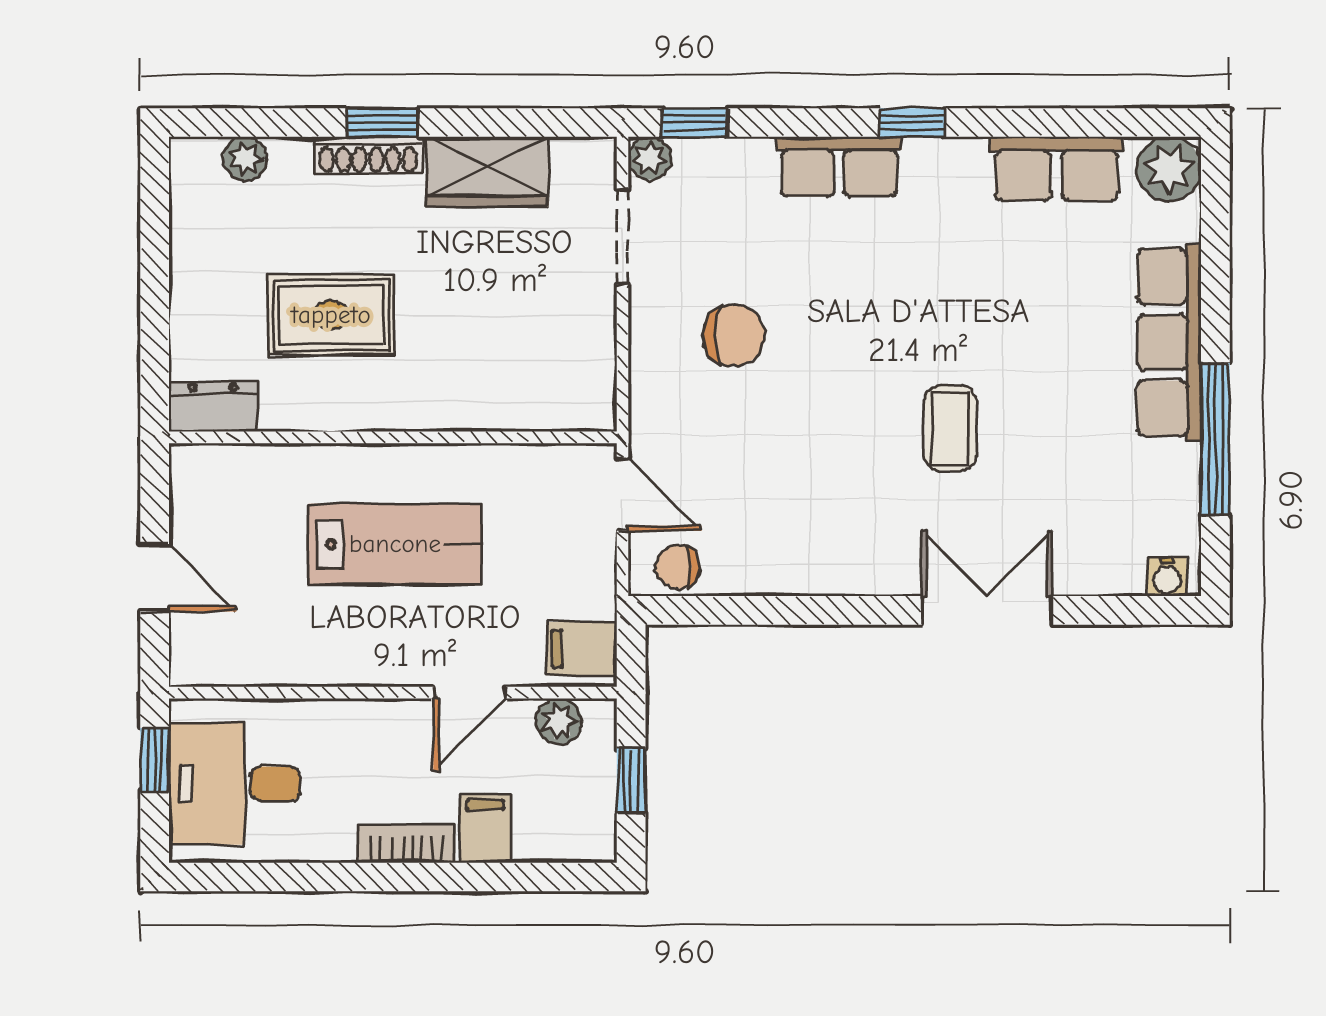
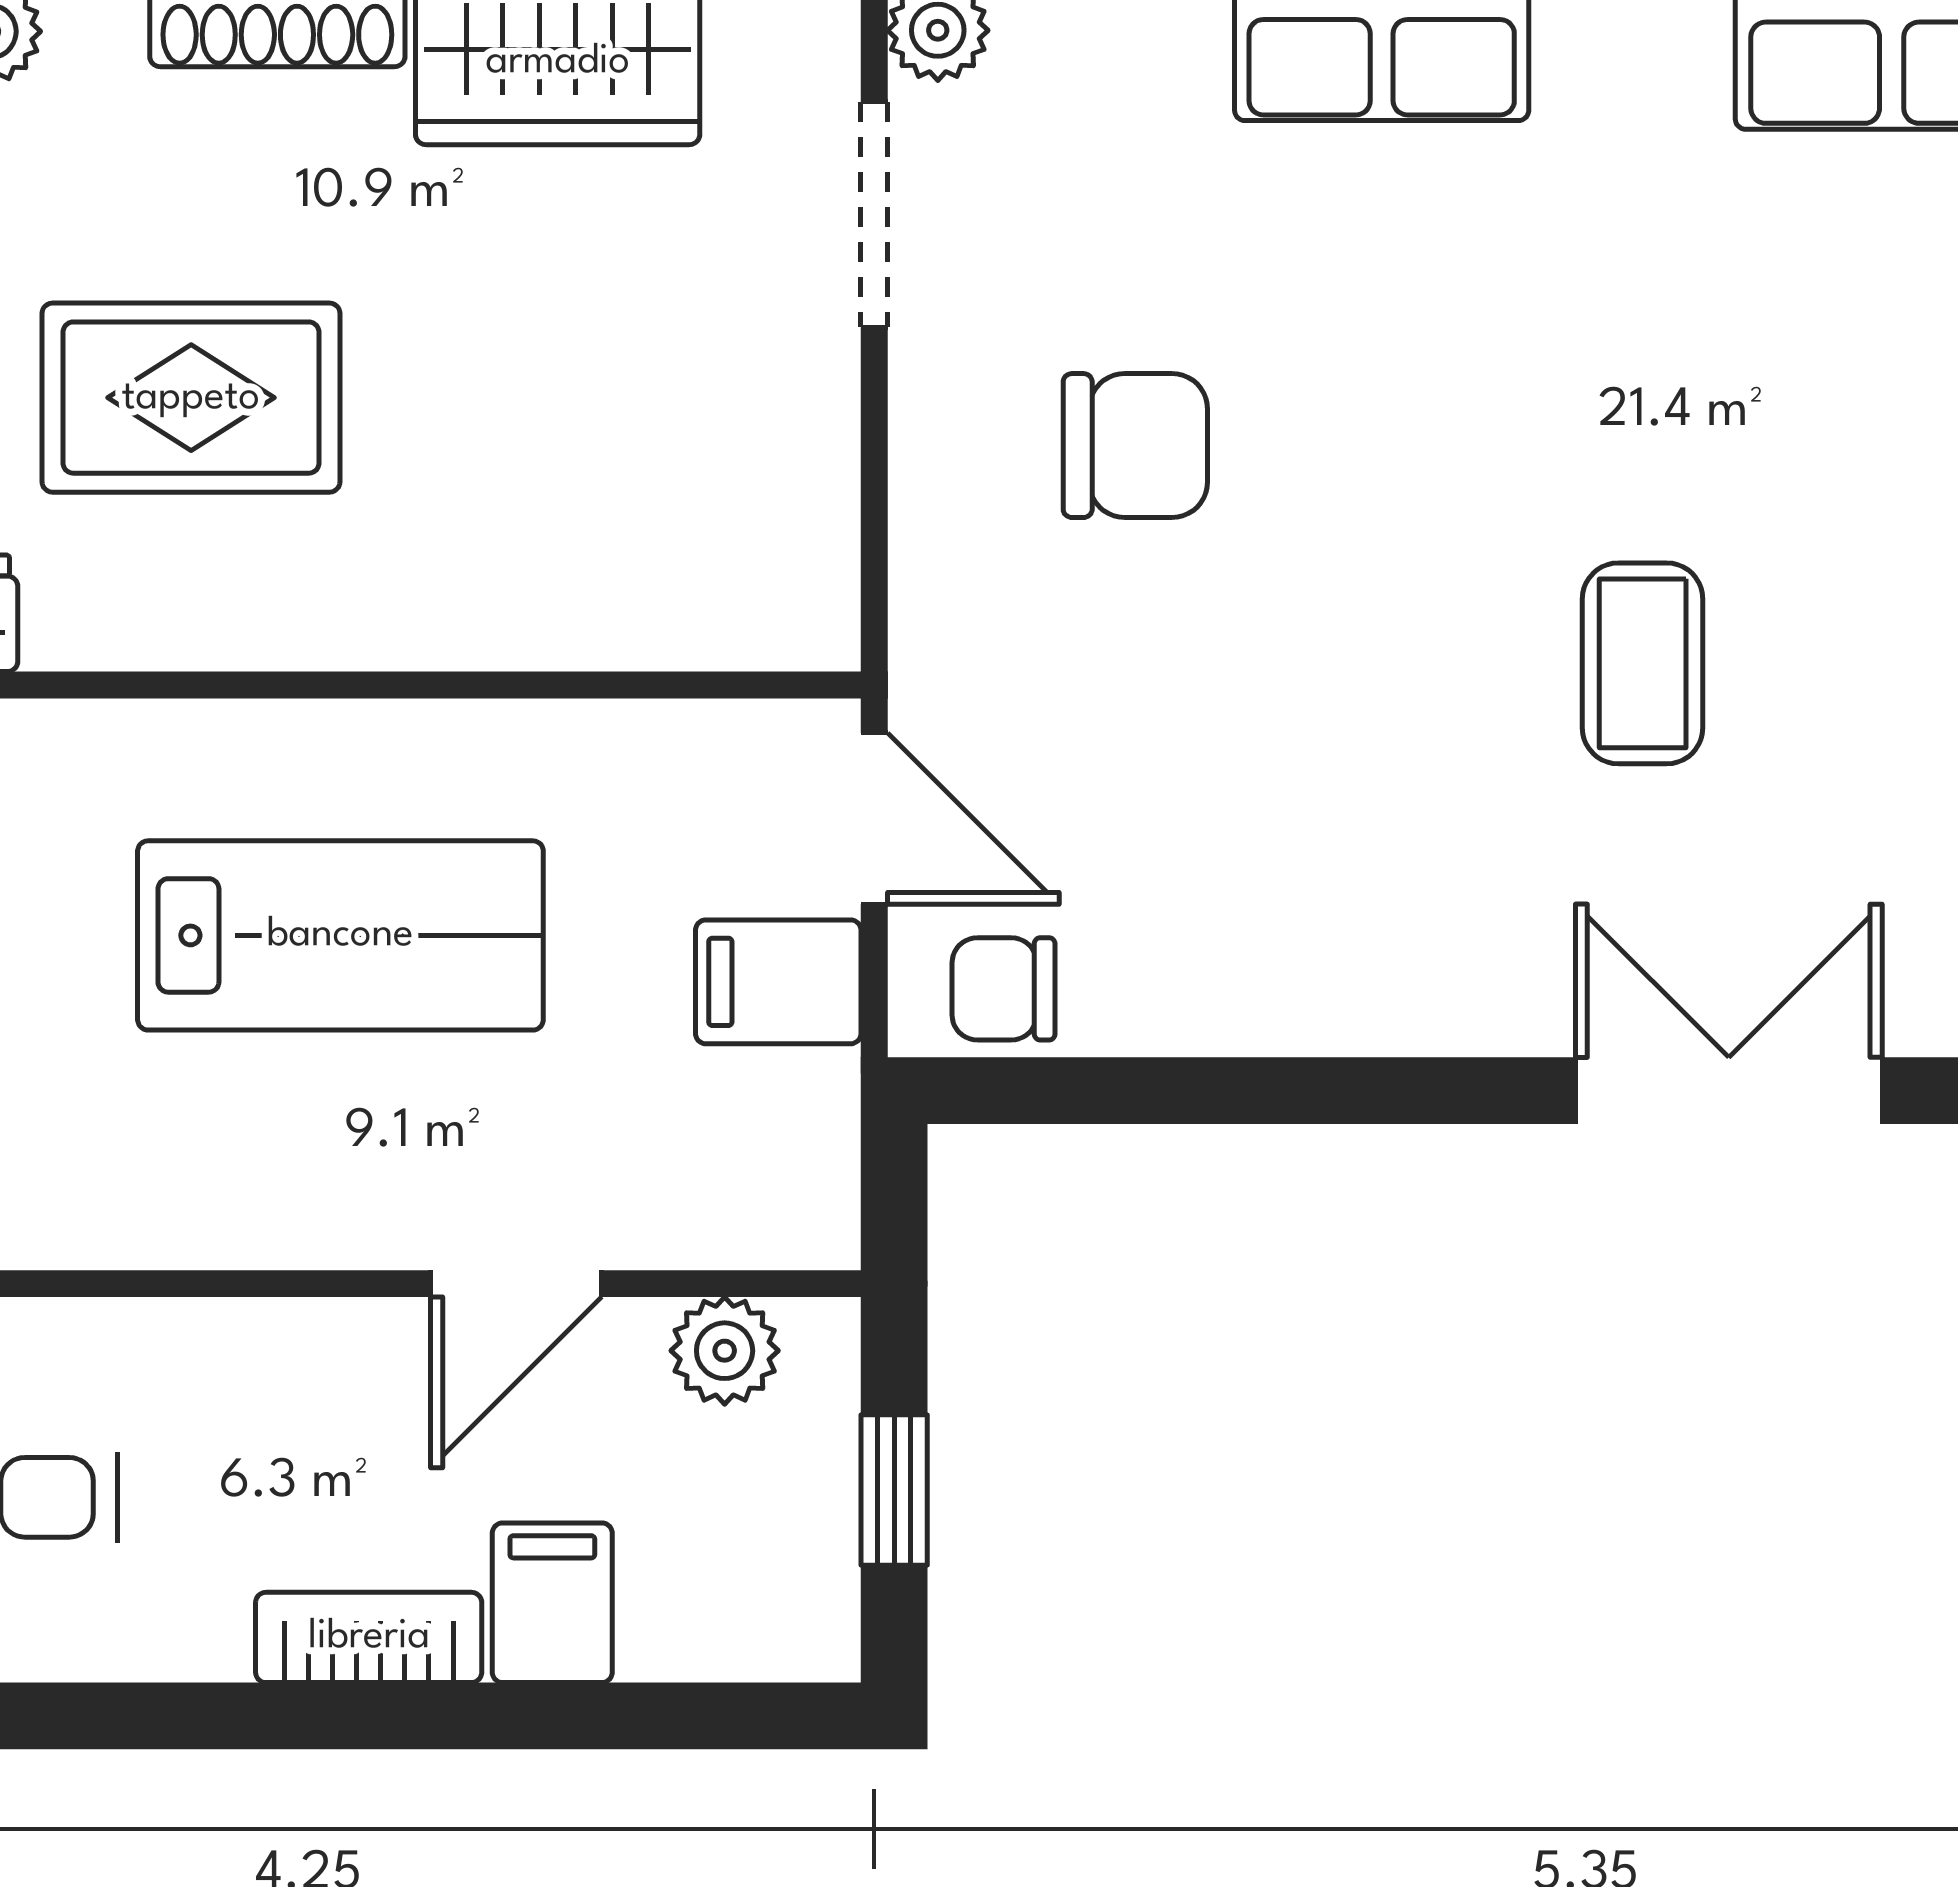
filing cabinet: (582, 649) -> (778, 982), moved

